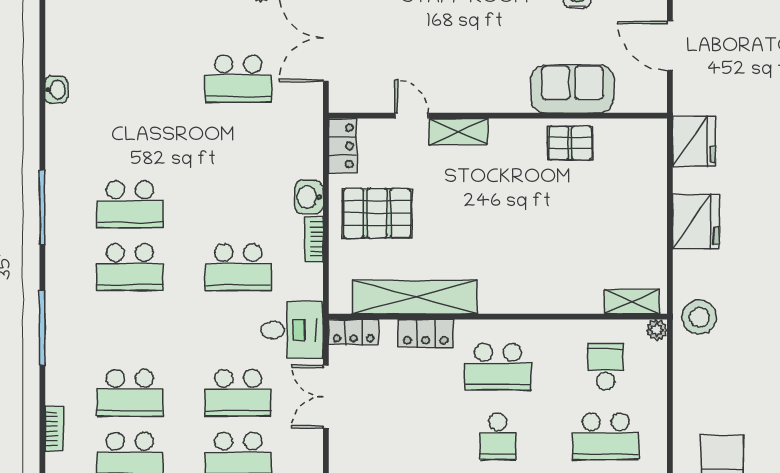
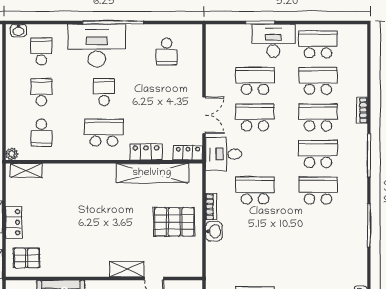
pallet: (570, 143) -> (27, 258), moved
locker: (342, 146) -> (14, 222), moved, turned 180
school desk: (130, 204) -> (318, 154), moved
bookcase: (54, 429) -> (362, 110), moved
school desk: (606, 436) -> (41, 92), width x0.54

